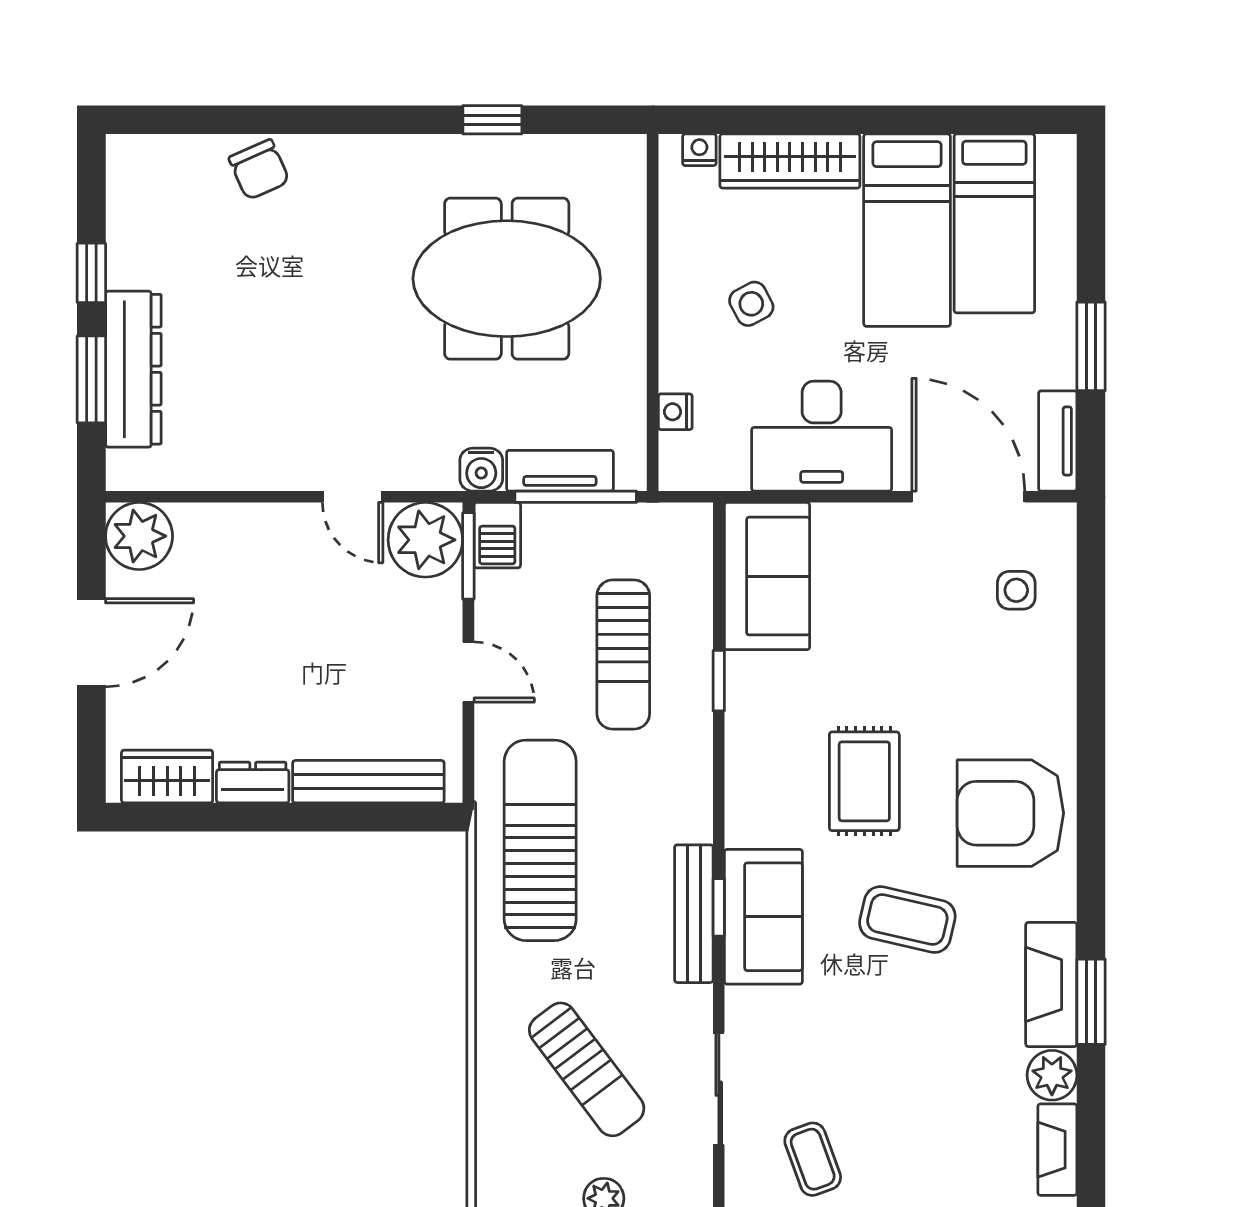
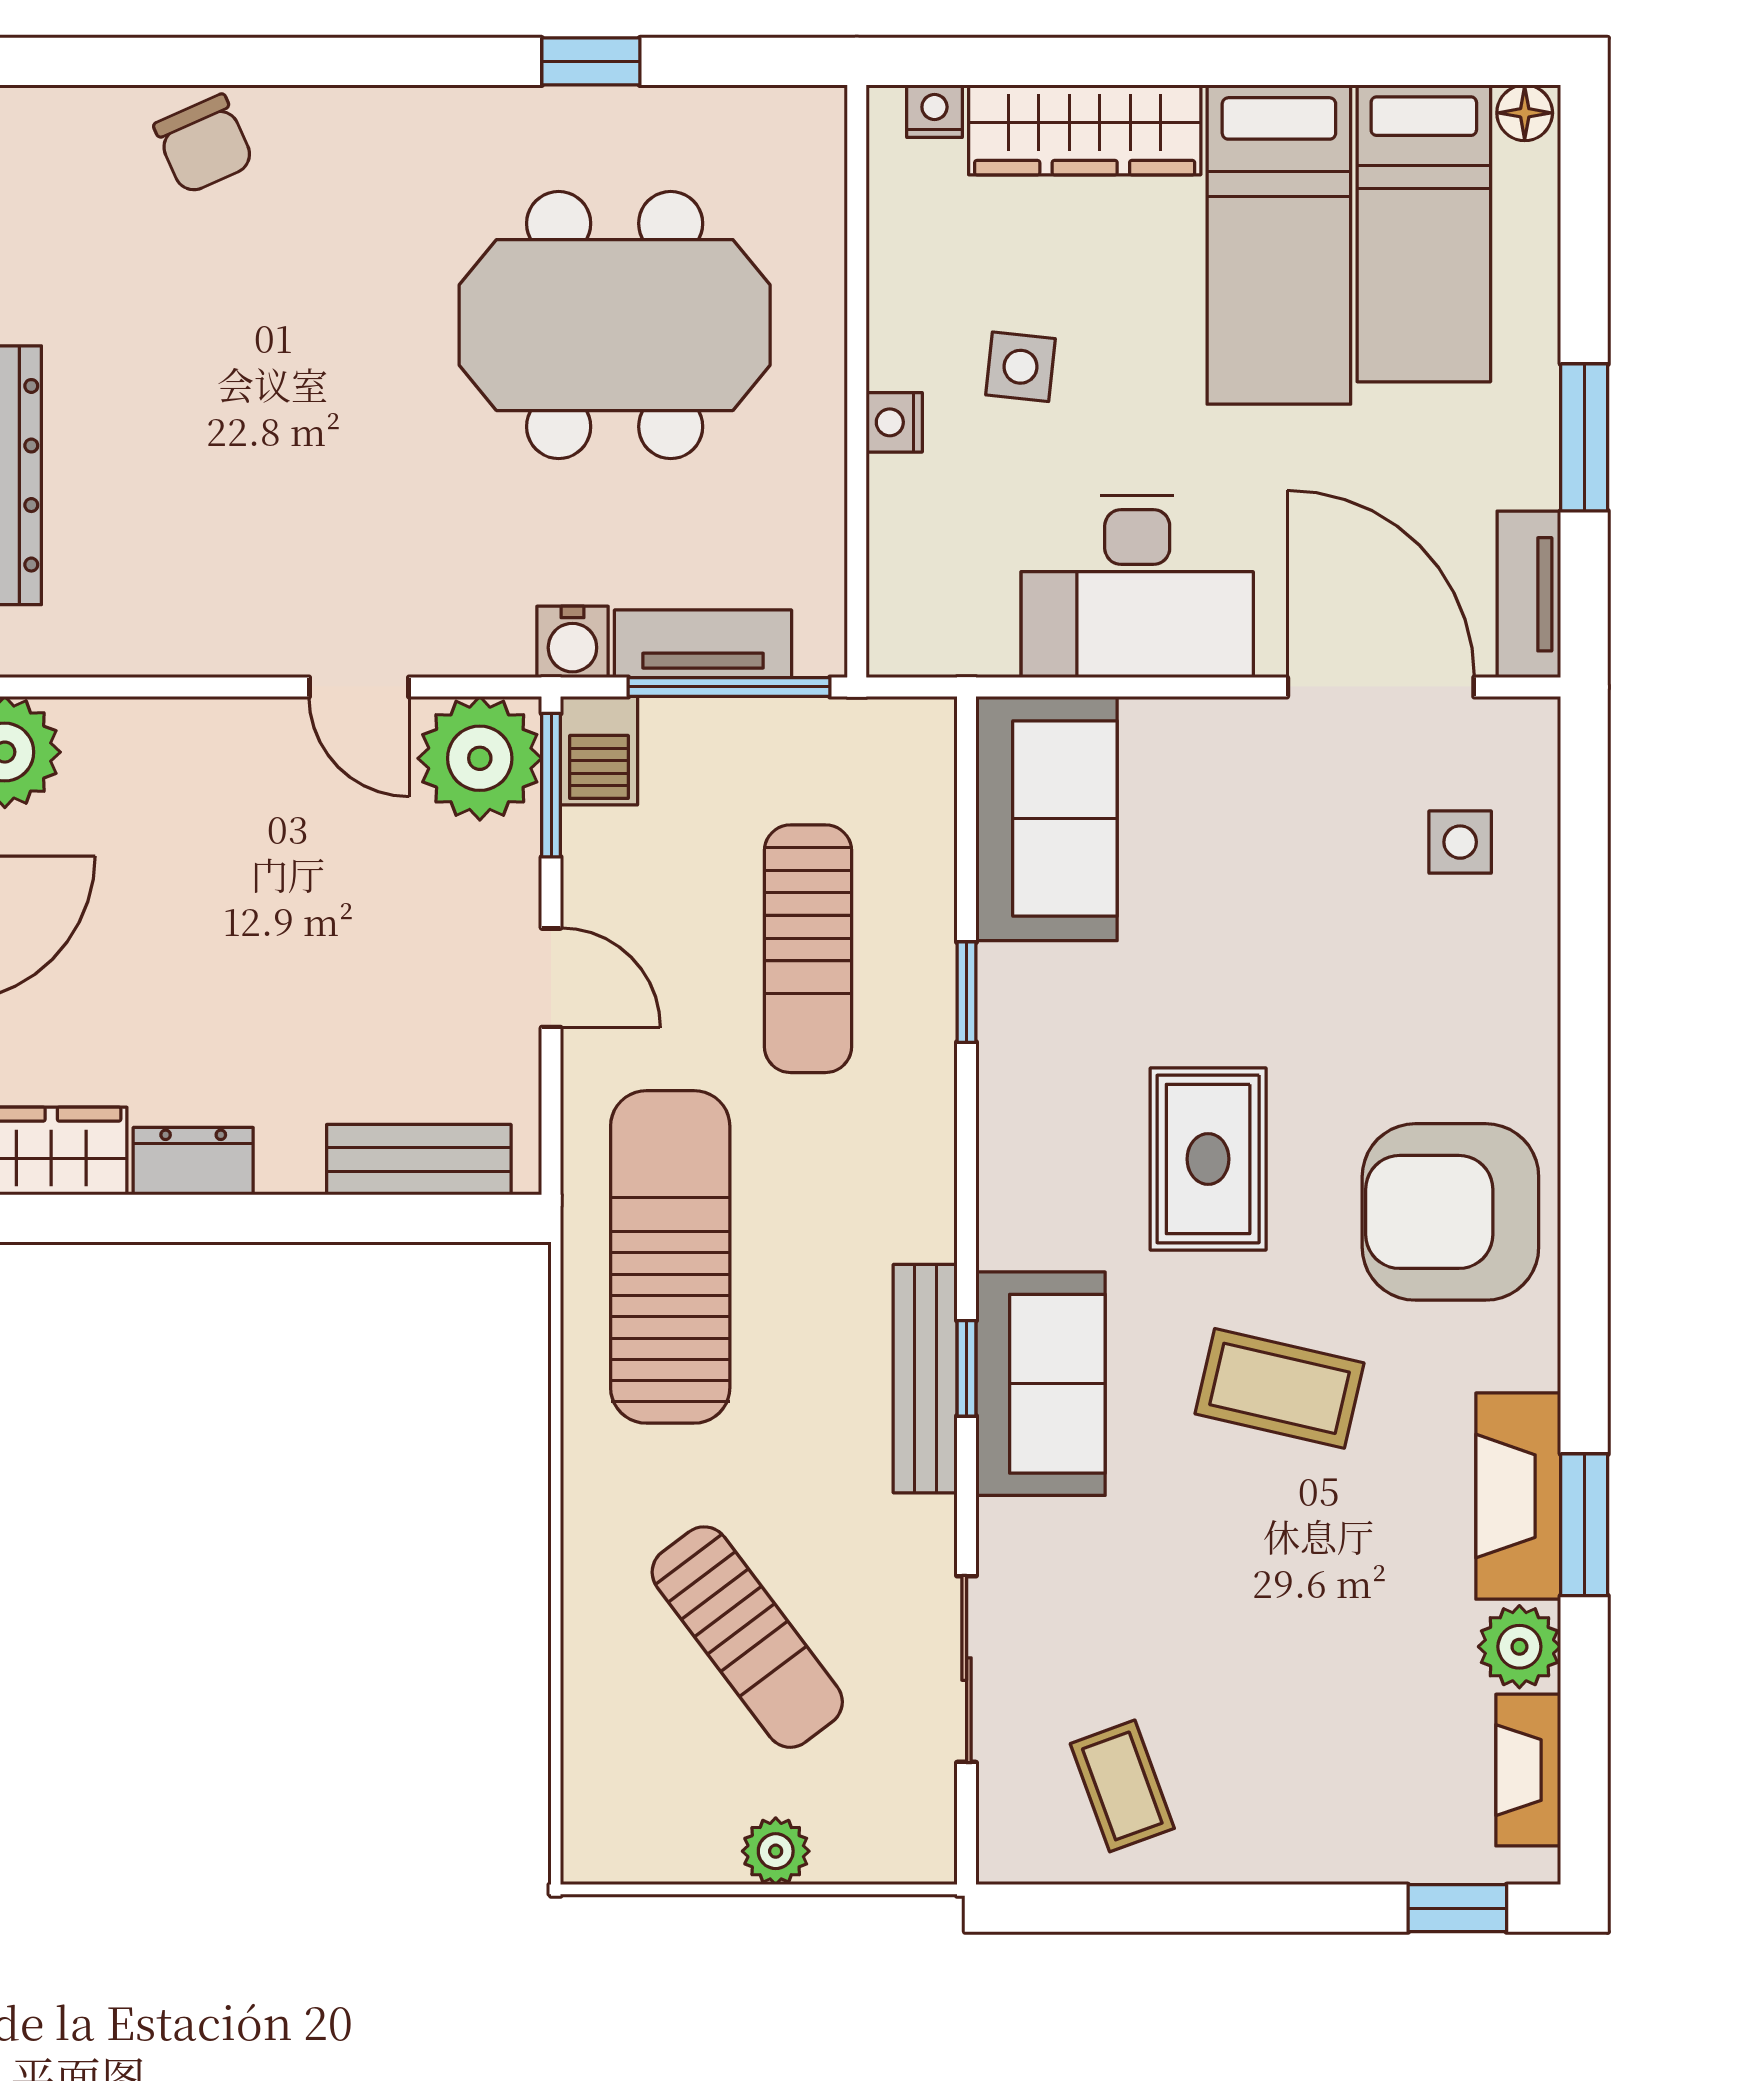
floor lamp: (1055, 151) -> (1525, 113), added
side table: (751, 304) -> (1021, 367), turned 34
nightstand: (675, 412) -> (894, 422), moved
bench: (368, 782) -> (419, 1160), width x0.73

